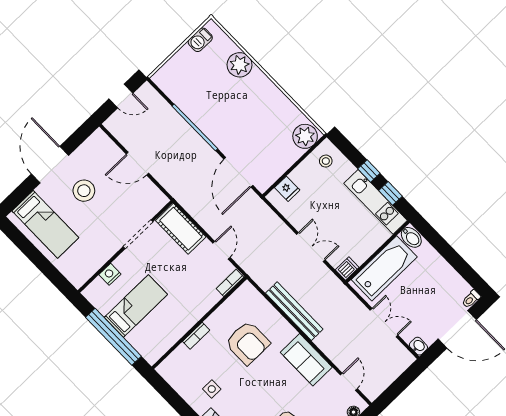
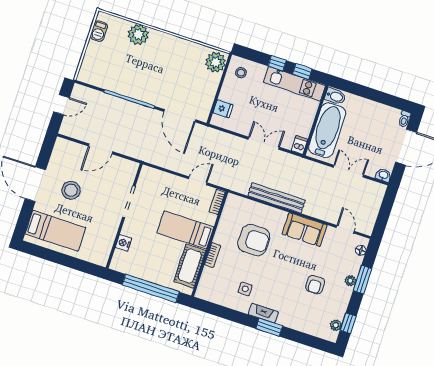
cot: (181, 229) -> (190, 266), moved, turned 90
door: (221, 250) -> (198, 181), hinge flipped
bed: (136, 306) -> (185, 230), moved, turned -90

